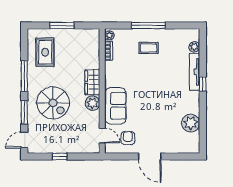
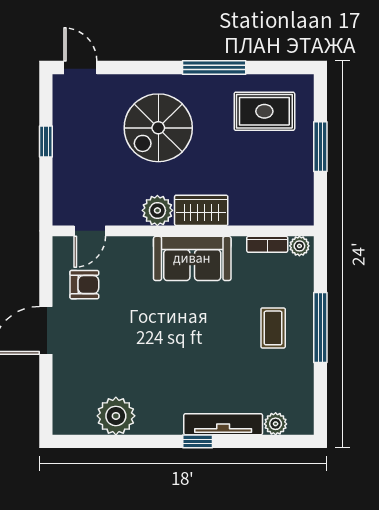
sofa: (115, 106) -> (192, 258), moved
window: (24, 112) -> (139, 68), removed

